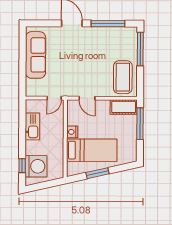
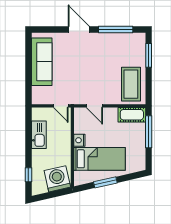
window: (140, 49) -> (149, 55), width x0.69
door: (54, 98) -> (61, 106), hinge flipped
washing machine: (36, 166) -> (57, 179), moved, turned -103

